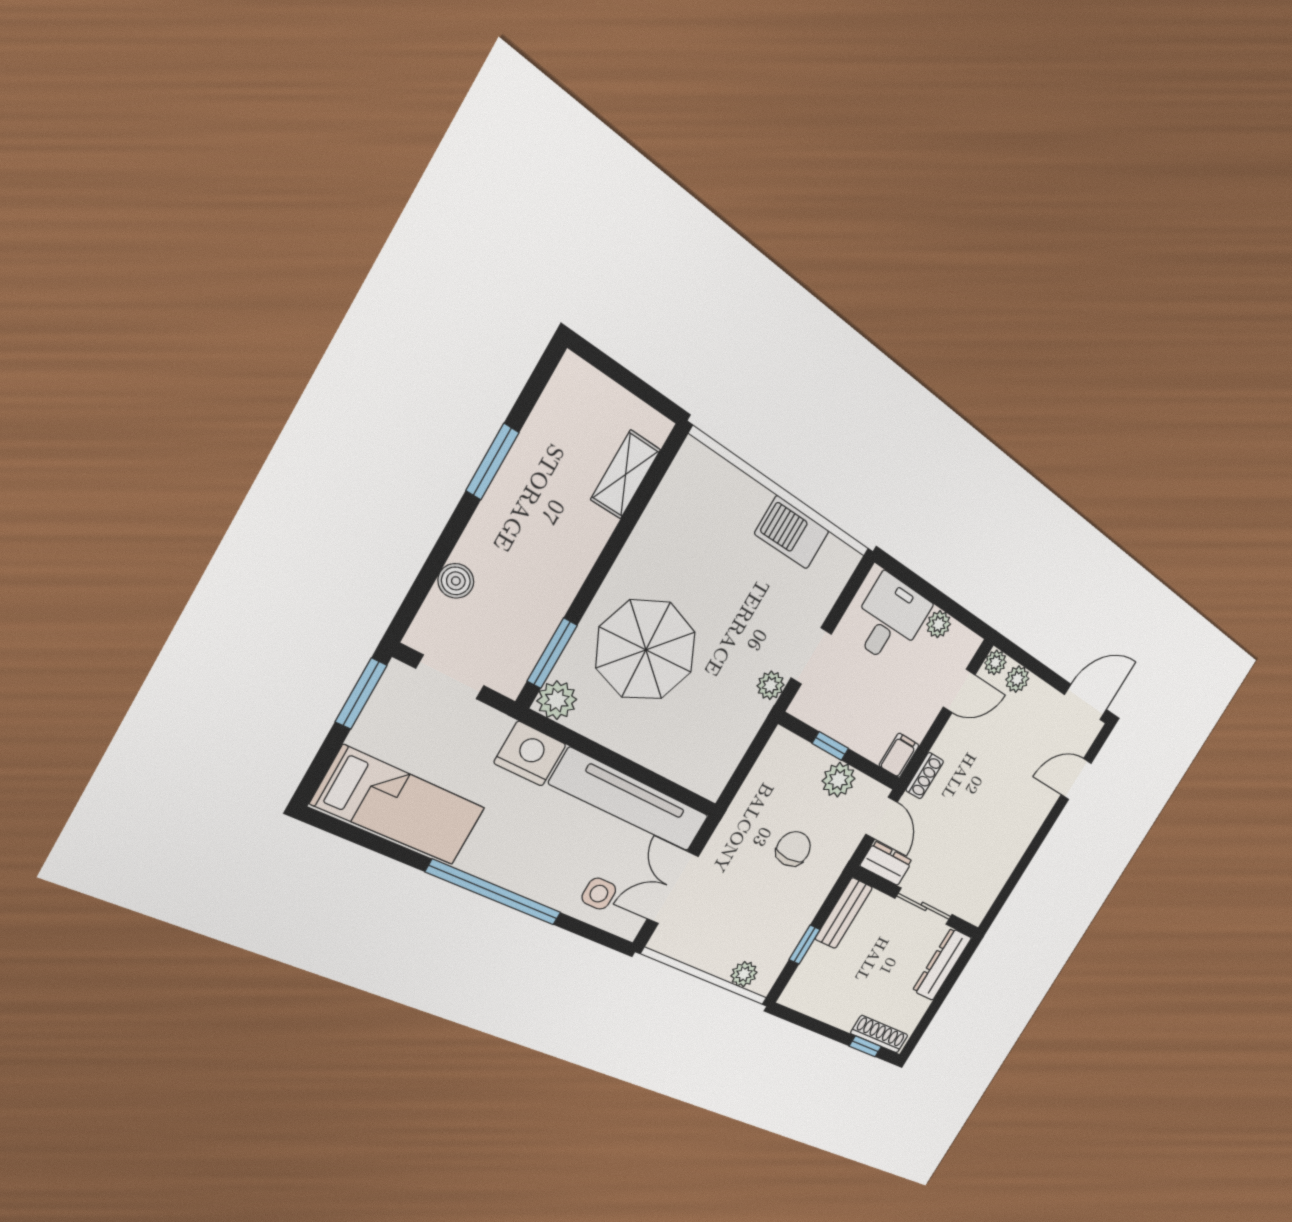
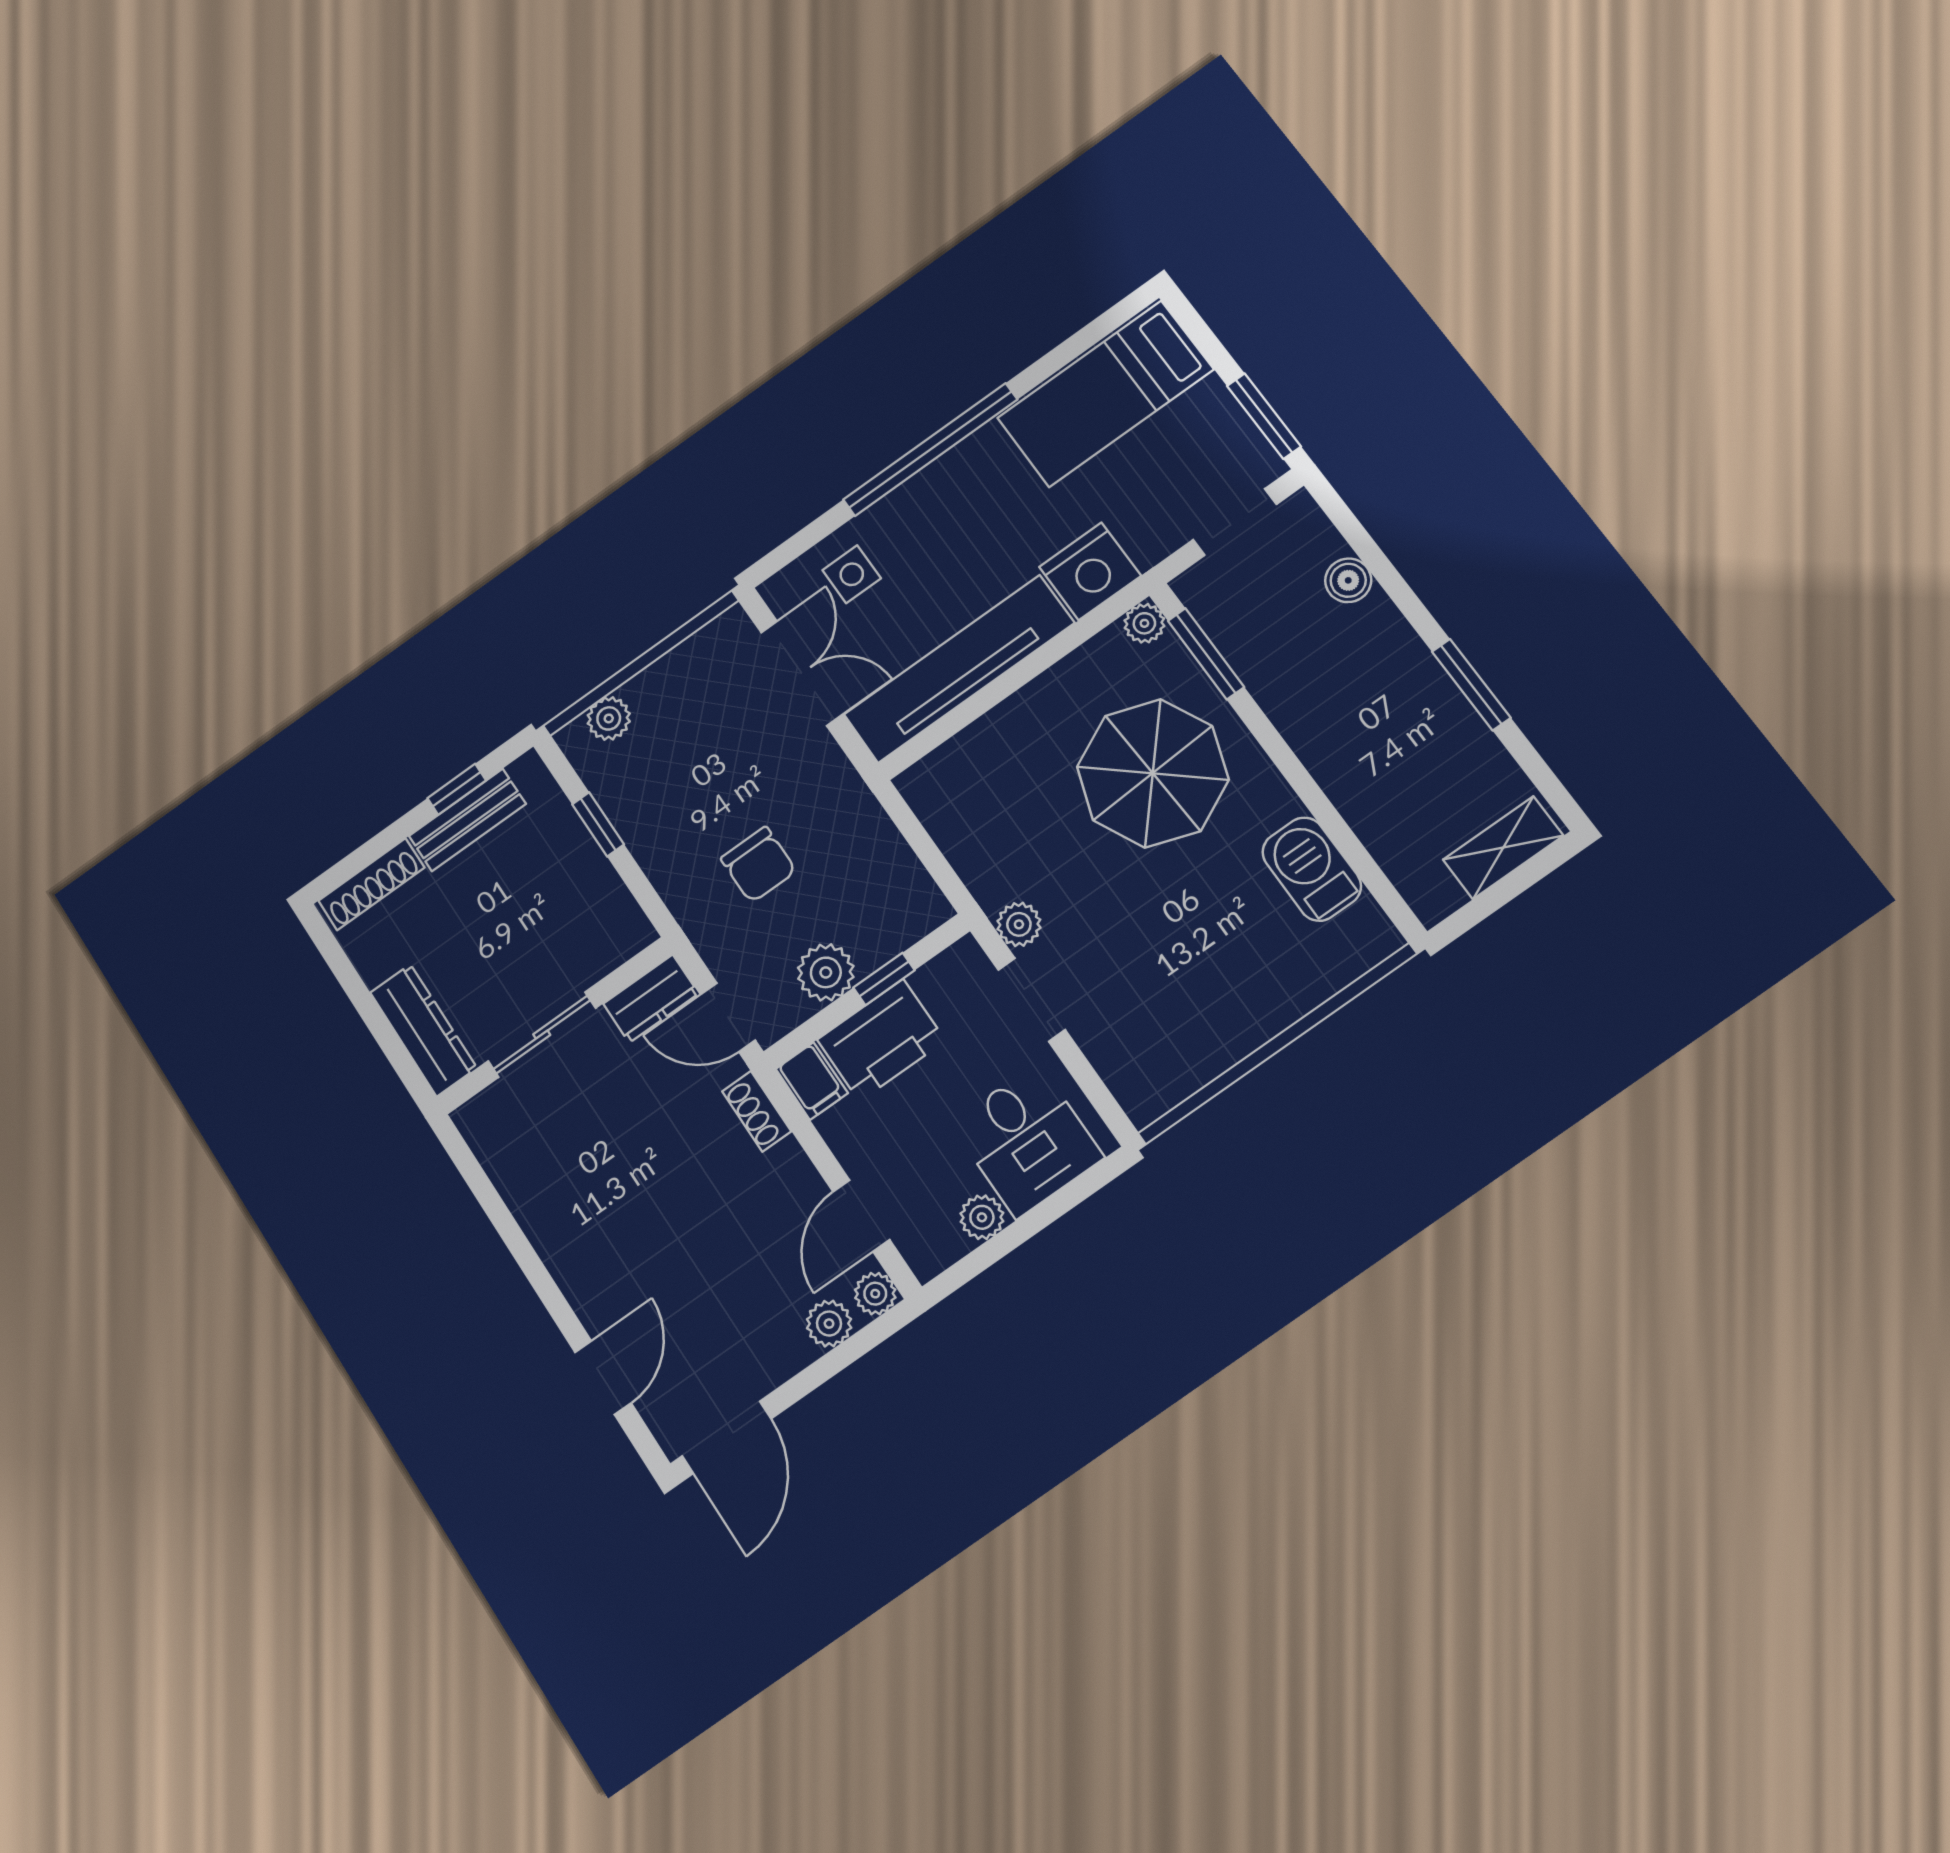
shelving: (626, 474) -> (1503, 848), moved, turned 90
barbecue: (792, 532) -> (1312, 869), moved, turned -90
plant: (557, 700) -> (1144, 623), width x0.73, depth x0.73
printer: (864, 730) -> (881, 1040), added
bench: (844, 913) -> (467, 820), moved, turned 90
window: (865, 1046) -> (457, 789), moved

